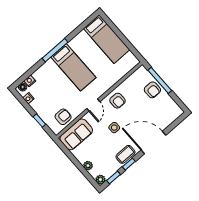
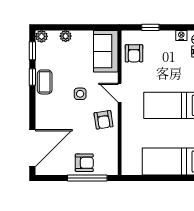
armchair: (152, 90) -> (84, 163), turned 180
armchair: (117, 101) -> (103, 120), turned -99
door: (153, 143) -> (32, 148), moved

